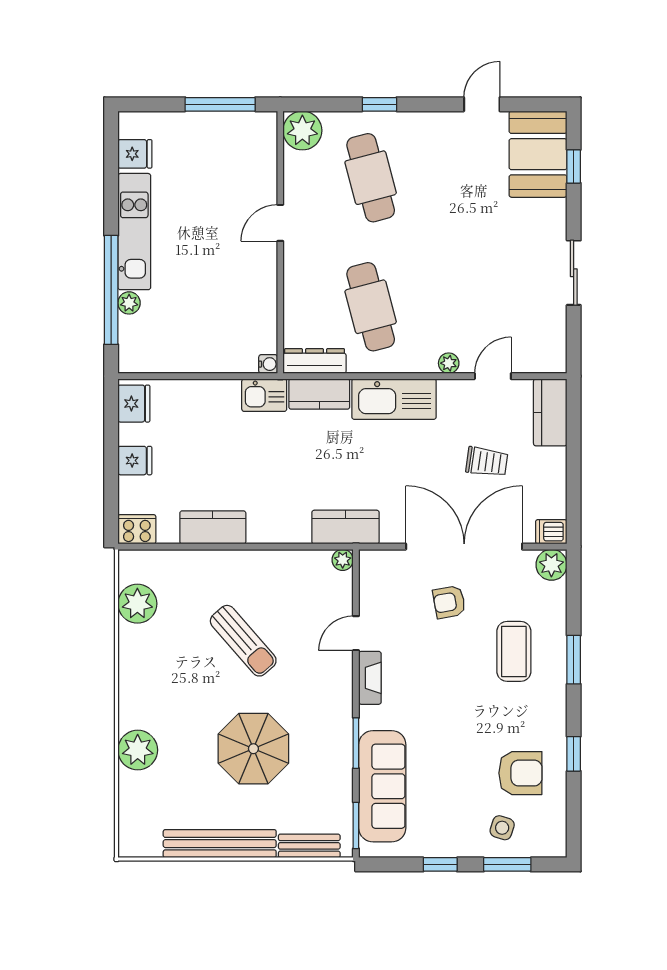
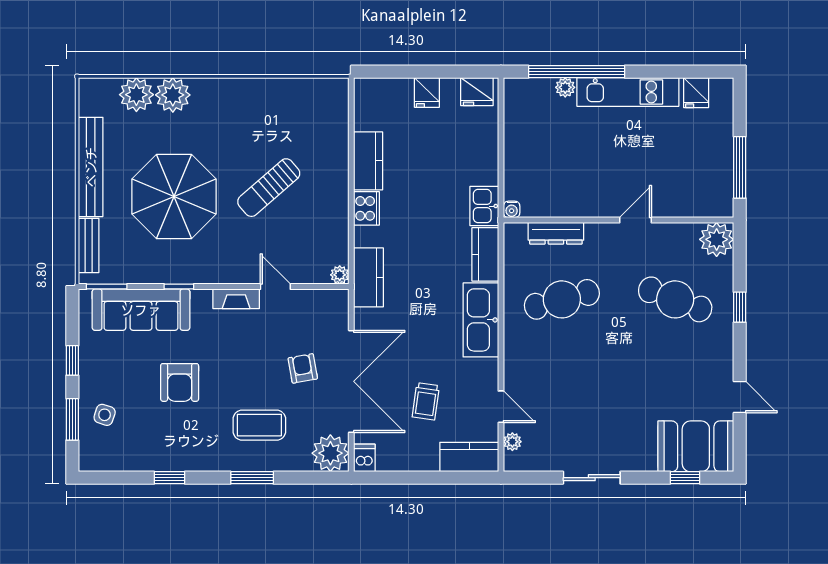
cafe table: (371, 178) -> (675, 299), turned 36
door: (280, 223) -> (635, 220), hinge flipped
dresser: (315, 361) -> (556, 233), moved, turned 90
plant: (449, 363) -> (512, 442), moved
cooker: (137, 529) -> (367, 208), moved
plant: (551, 565) -> (330, 453), width x1.36, depth x1.36
plant: (137, 604) -> (136, 95), moved
window: (356, 743) -> (179, 287), width x0.67
parasol: (253, 749) -> (174, 197), width x1.36, depth x1.36
armchair: (520, 773) -> (180, 382), moved

